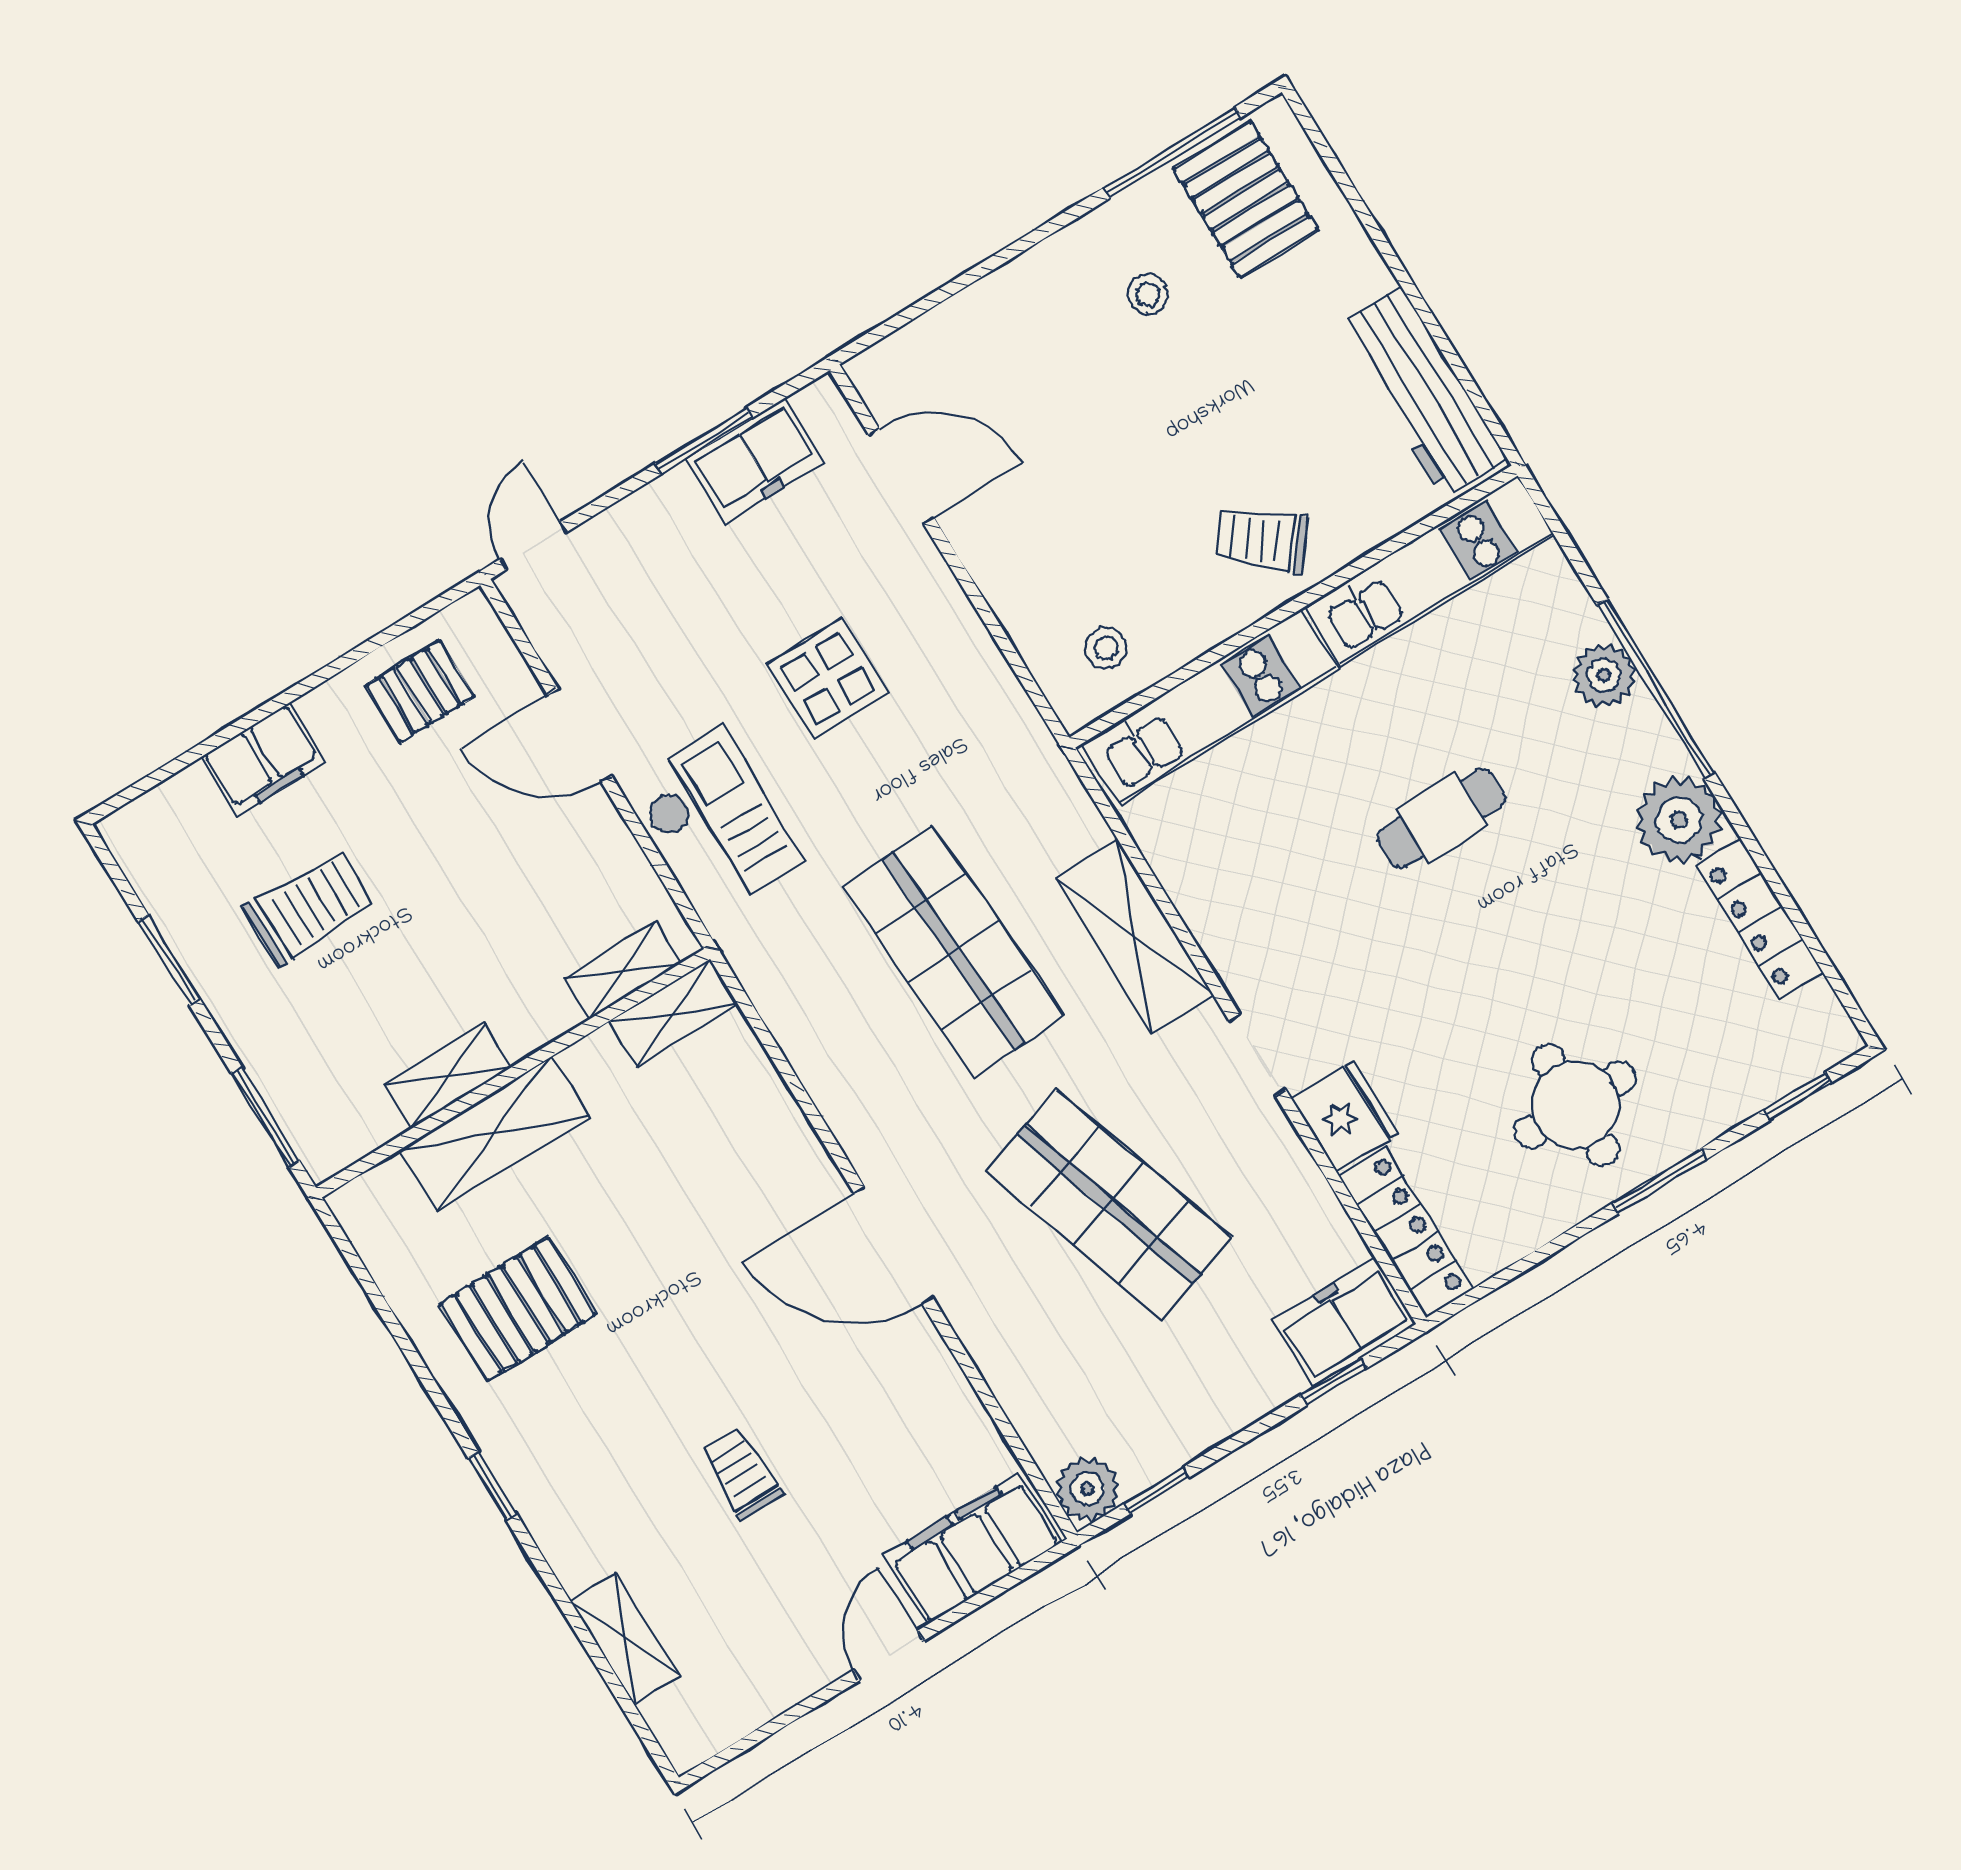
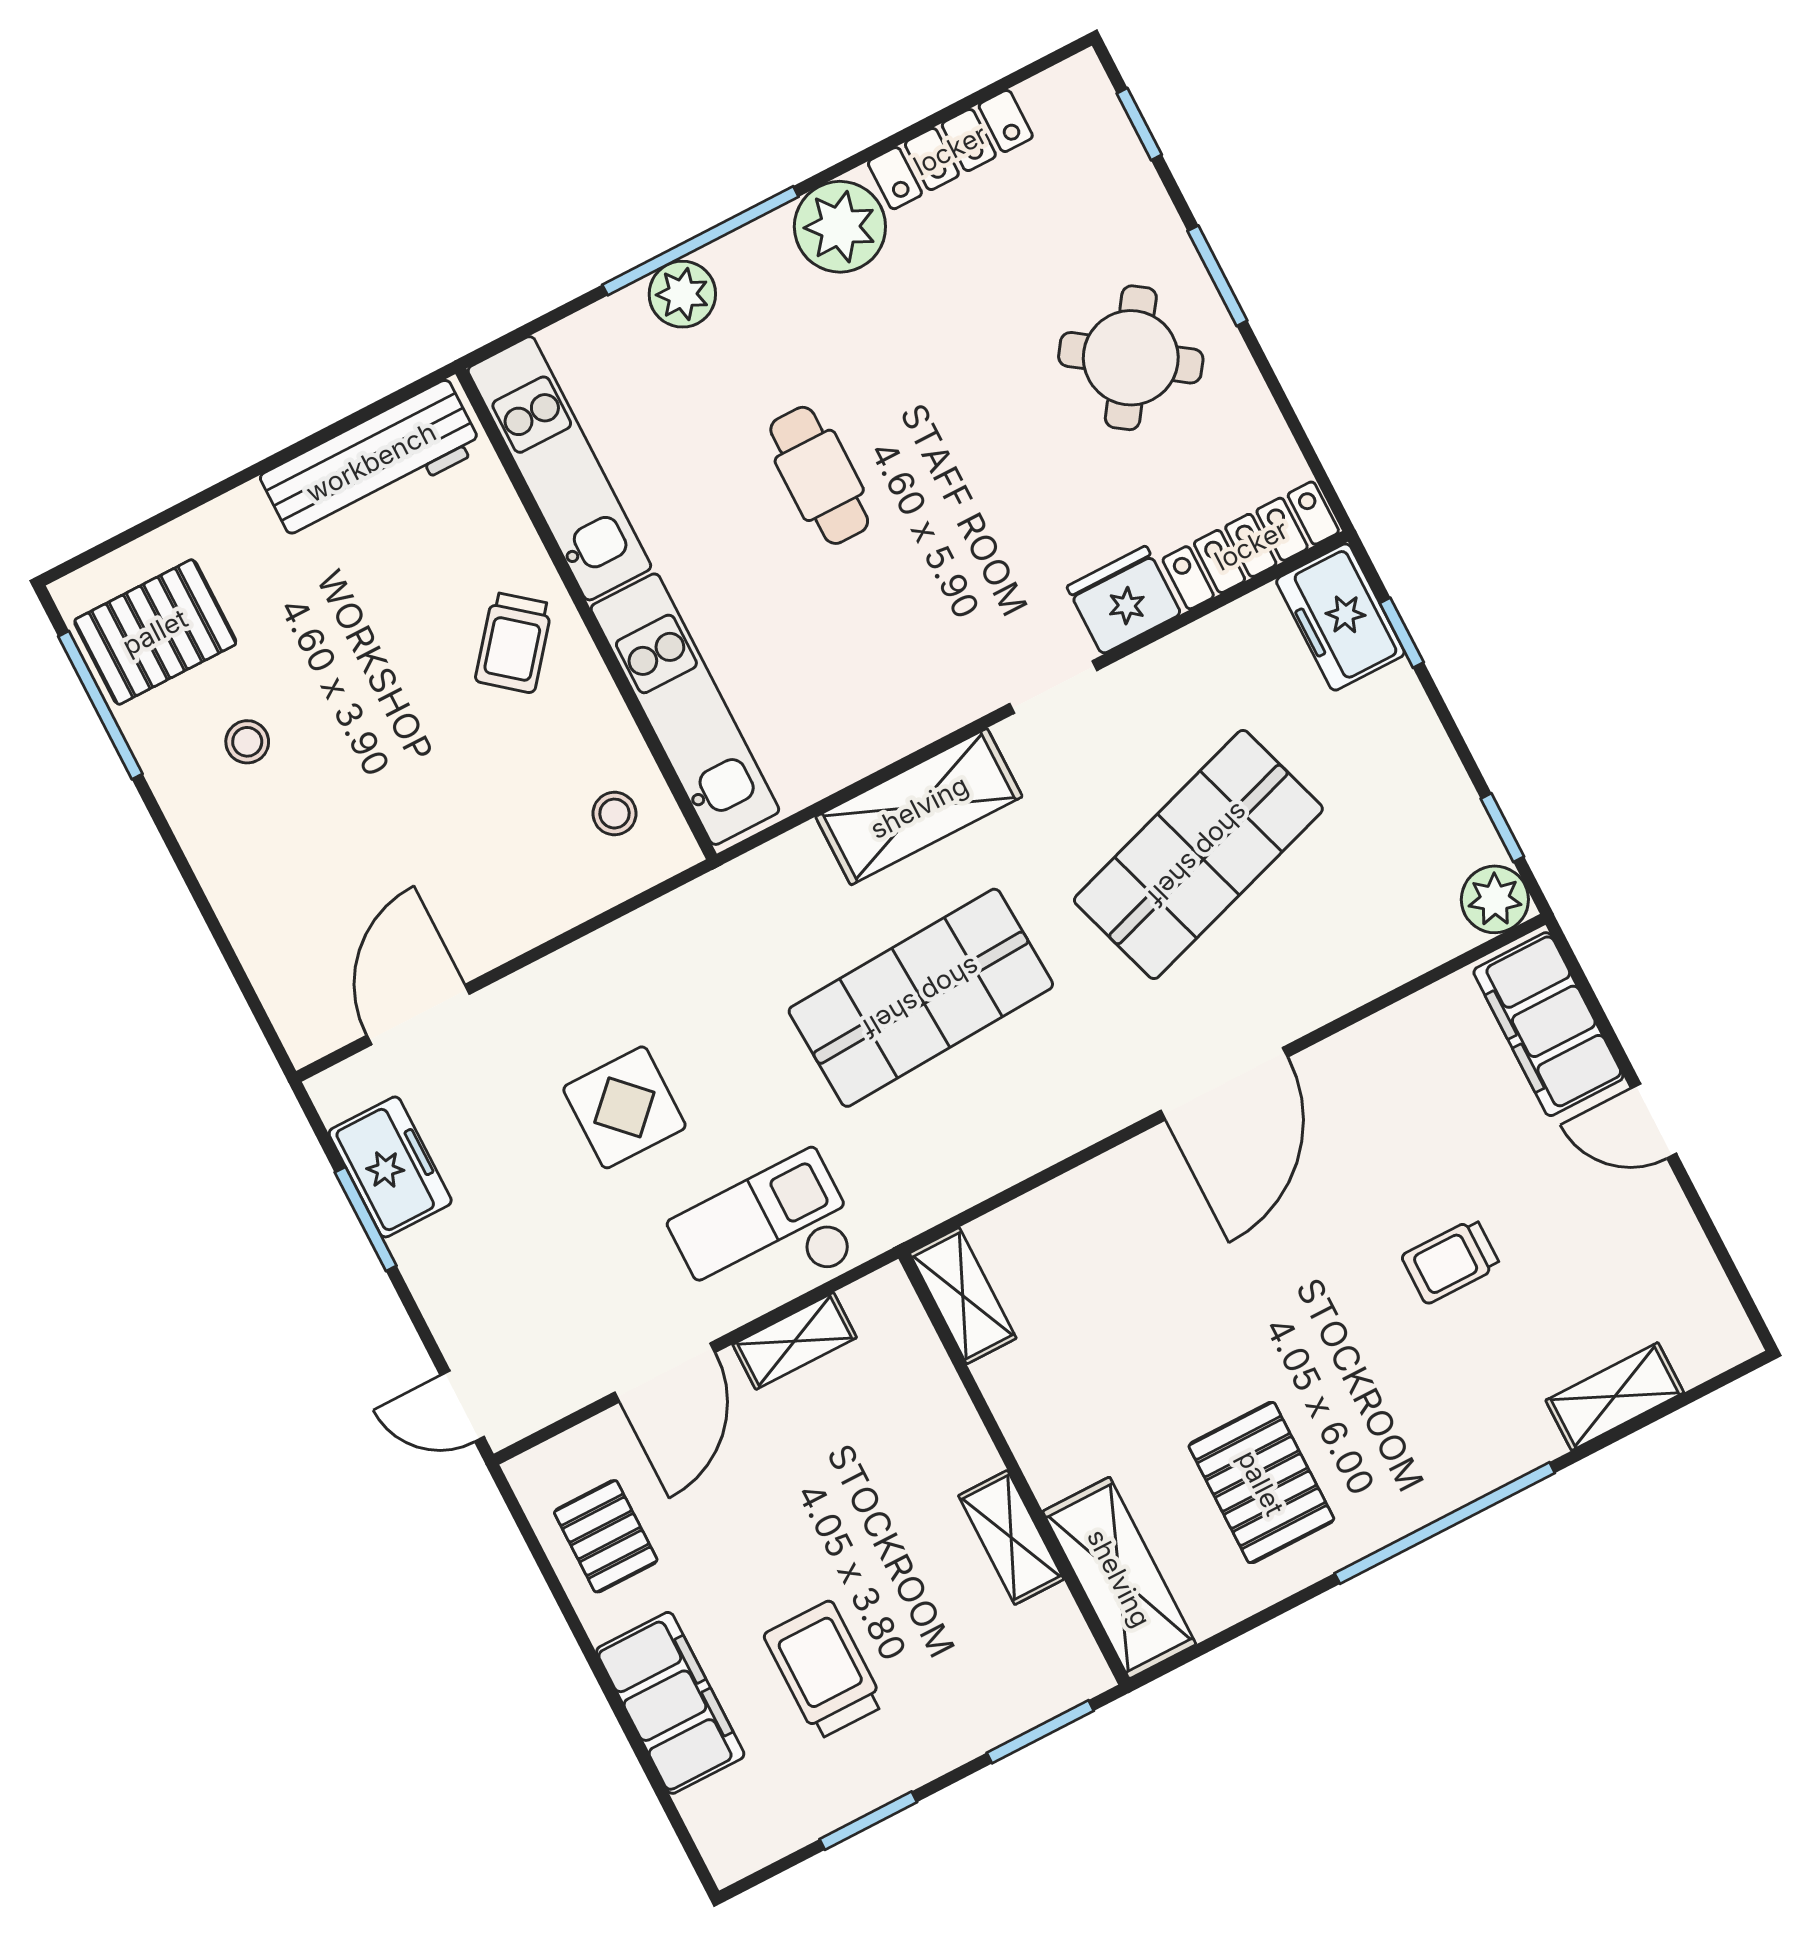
filing cabinet: (264, 759) -> (670, 1703), width x1.50, depth x1.17
shelving: (622, 971) -> (795, 1341), moved, turned 90
round table: (1575, 1105) -> (1131, 358), turned 35
shelving: (494, 1134) -> (1119, 1578), moved
window: (492, 1486) -> (1445, 1523), width x3.17

